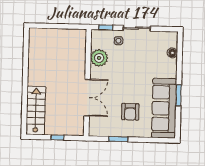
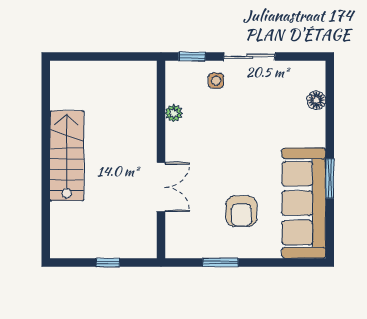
plant: (99, 58) -> (174, 113), width x0.53, depth x0.53
double door: (87, 98) -> (161, 187), width x0.73
stairs: (36, 110) -> (67, 156), moved

